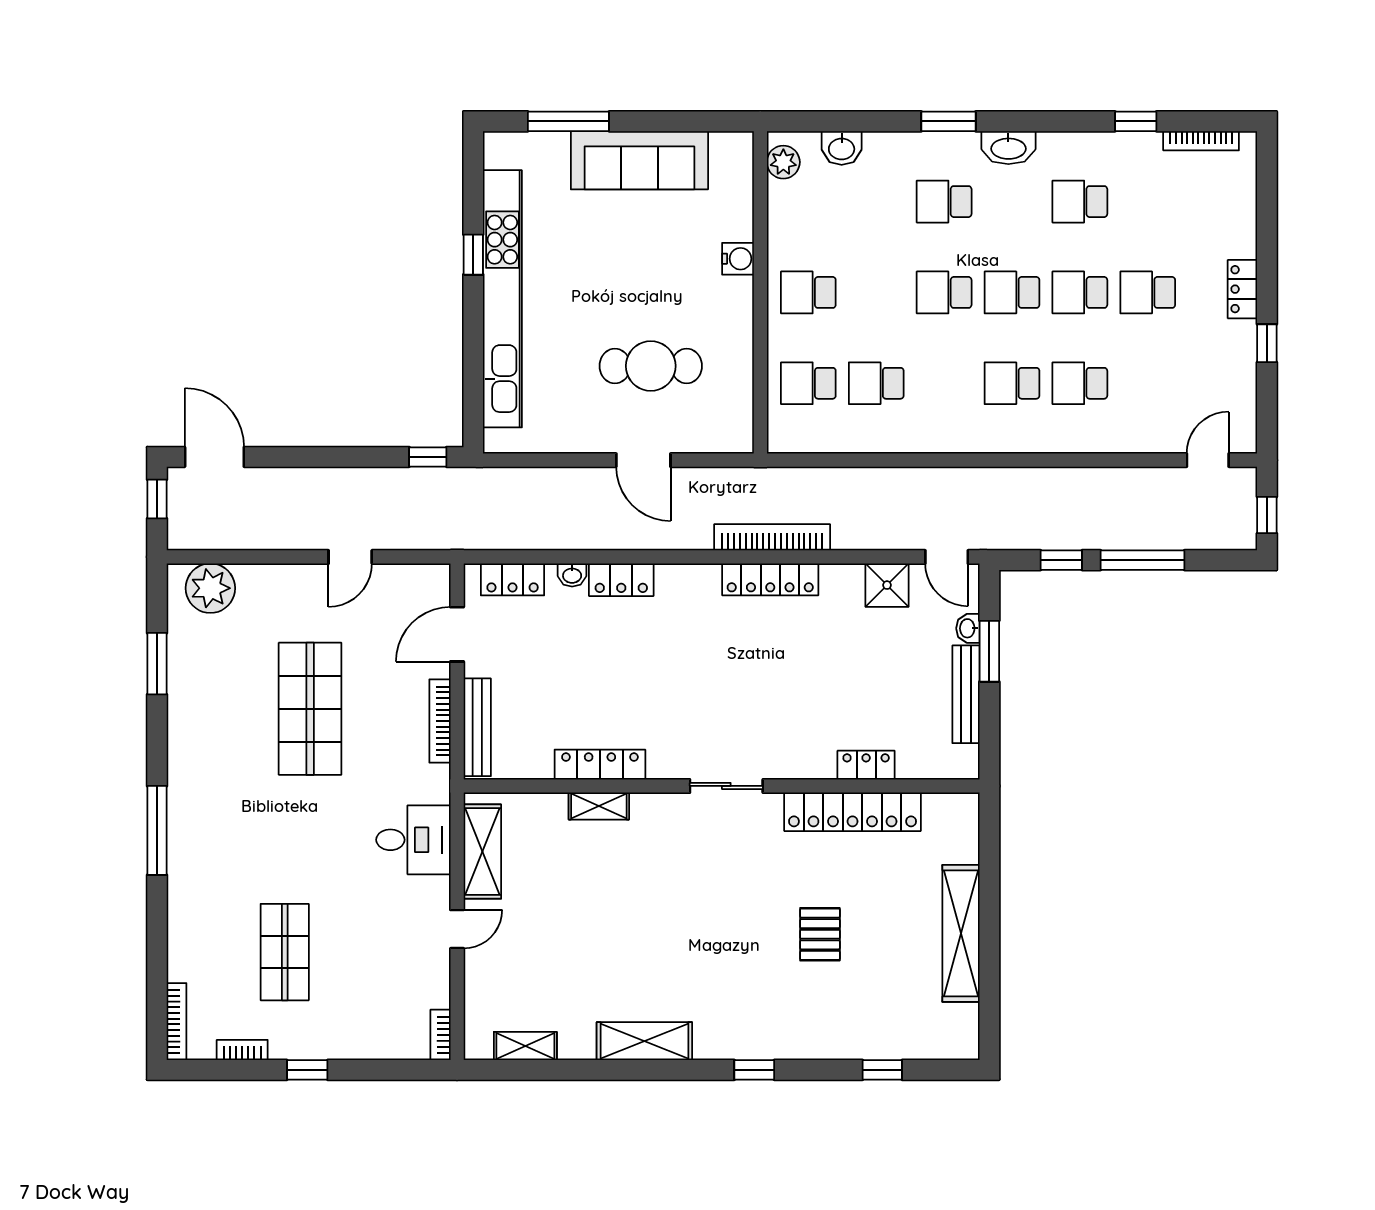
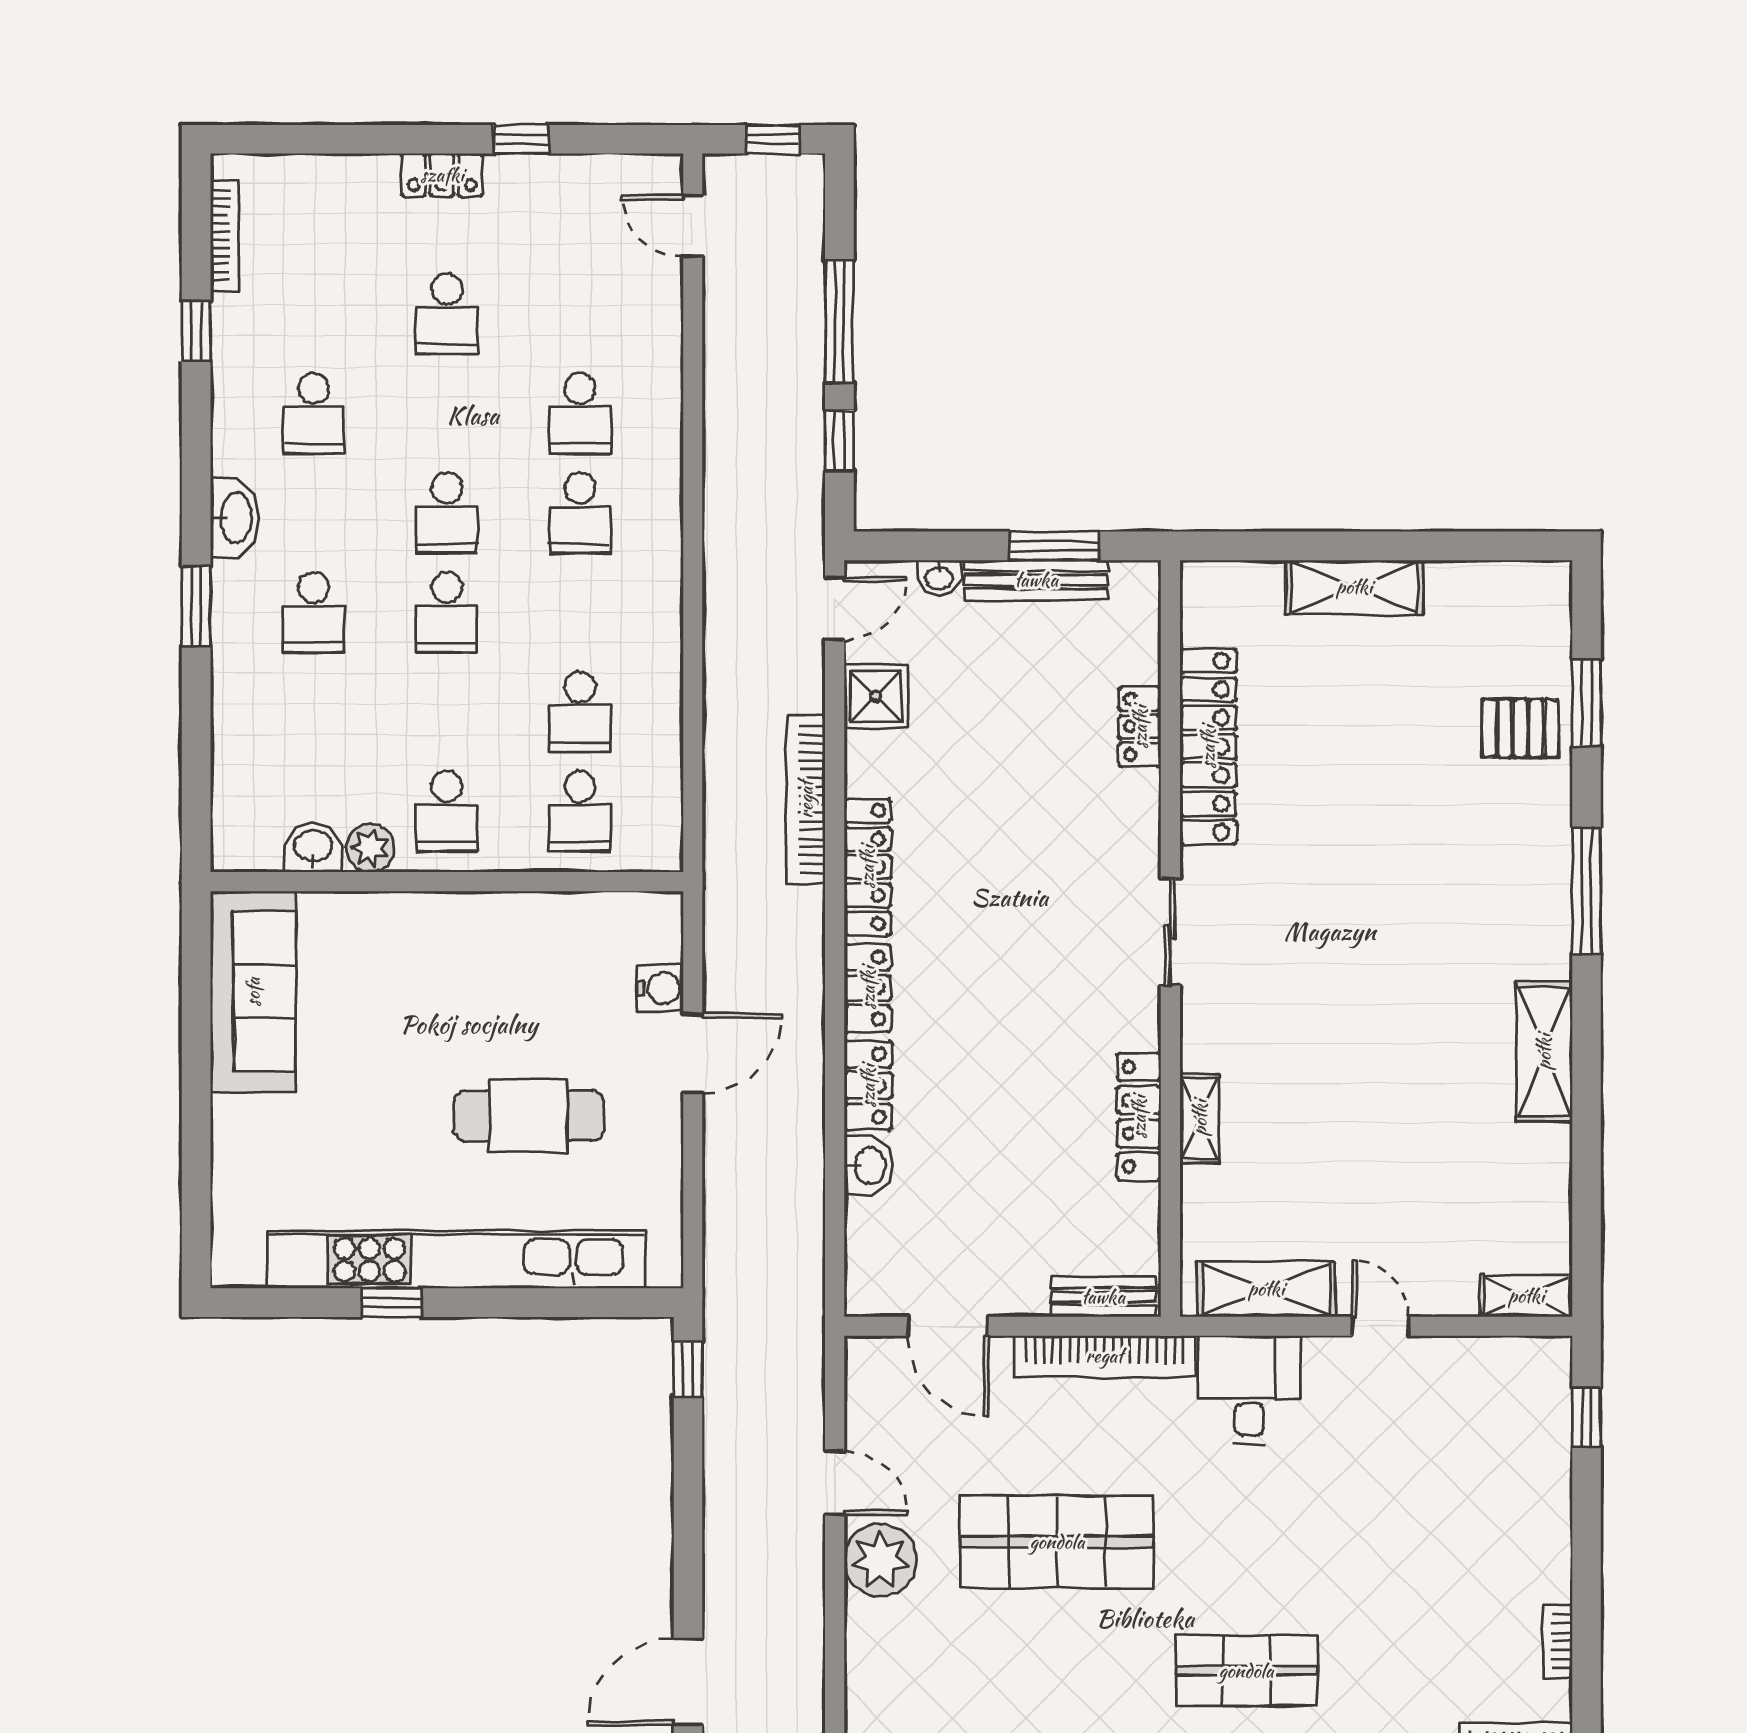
window: (568, 121) -> (196, 1163), removed
washbasin: (842, 148) -> (313, 847), moved, turned -90
sofa: (639, 160) -> (253, 992), moved
plant: (783, 162) -> (370, 848), moved
water cooler: (738, 259) -> (660, 988), moved, turned 90
school desk: (1080, 292) -> (447, 413), removed
cafe table: (651, 366) -> (529, 1116), moved, turned 90
bookcase: (772, 537) -> (806, 800), moved
washbasin: (572, 575) -> (869, 1166), width x1.38, depth x1.45
locker: (513, 579) -> (868, 988), moved
plant: (210, 588) -> (880, 1560), moved
window: (989, 651) -> (1054, 546), moved
bookcase: (440, 721) -> (1104, 1356), width x1.48, depth x1.31
bench: (477, 727) -> (1103, 1297), width x0.73
shelving: (961, 933) -> (1354, 587), width x0.68
pallet: (820, 934) -> (1520, 728), moved
shop shelf: (285, 952) -> (1246, 1671), moved
bookcase: (441, 1035) -> (1535, 1350), removed
shelving: (525, 1046) -> (1526, 1296), moved, turned 90
window: (307, 1070) -> (1587, 1417), moved
window: (754, 1070) -> (1587, 891), width x2.17
window: (882, 1070) -> (1587, 703), width x1.50

